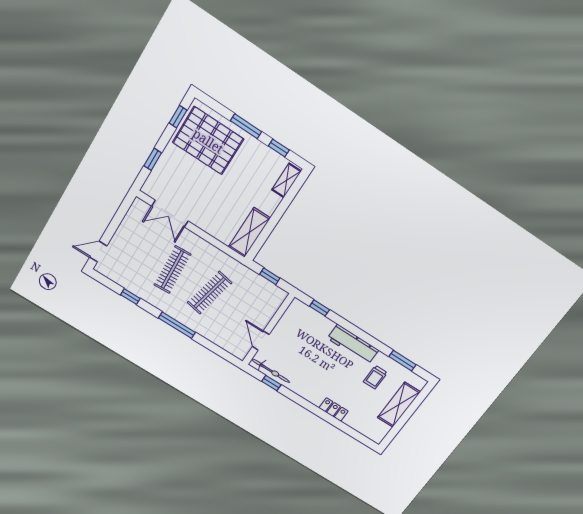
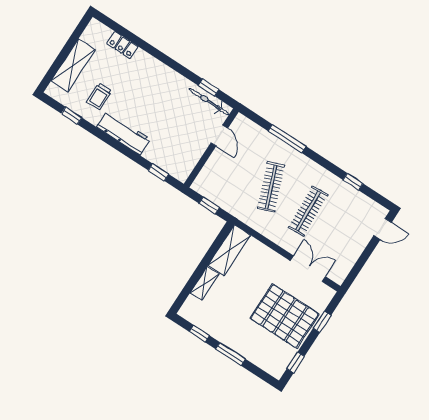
pallet: (208, 141) -> (284, 316), moved
shelving: (287, 181) -> (204, 283), moved
clothes rail: (210, 293) -> (271, 187), turned -33
window: (177, 325) -> (287, 139), moved
window: (402, 361) -> (72, 116), width x0.67
trolley: (375, 377) -> (99, 96), turned 180
locker: (333, 409) -> (122, 45), moved

